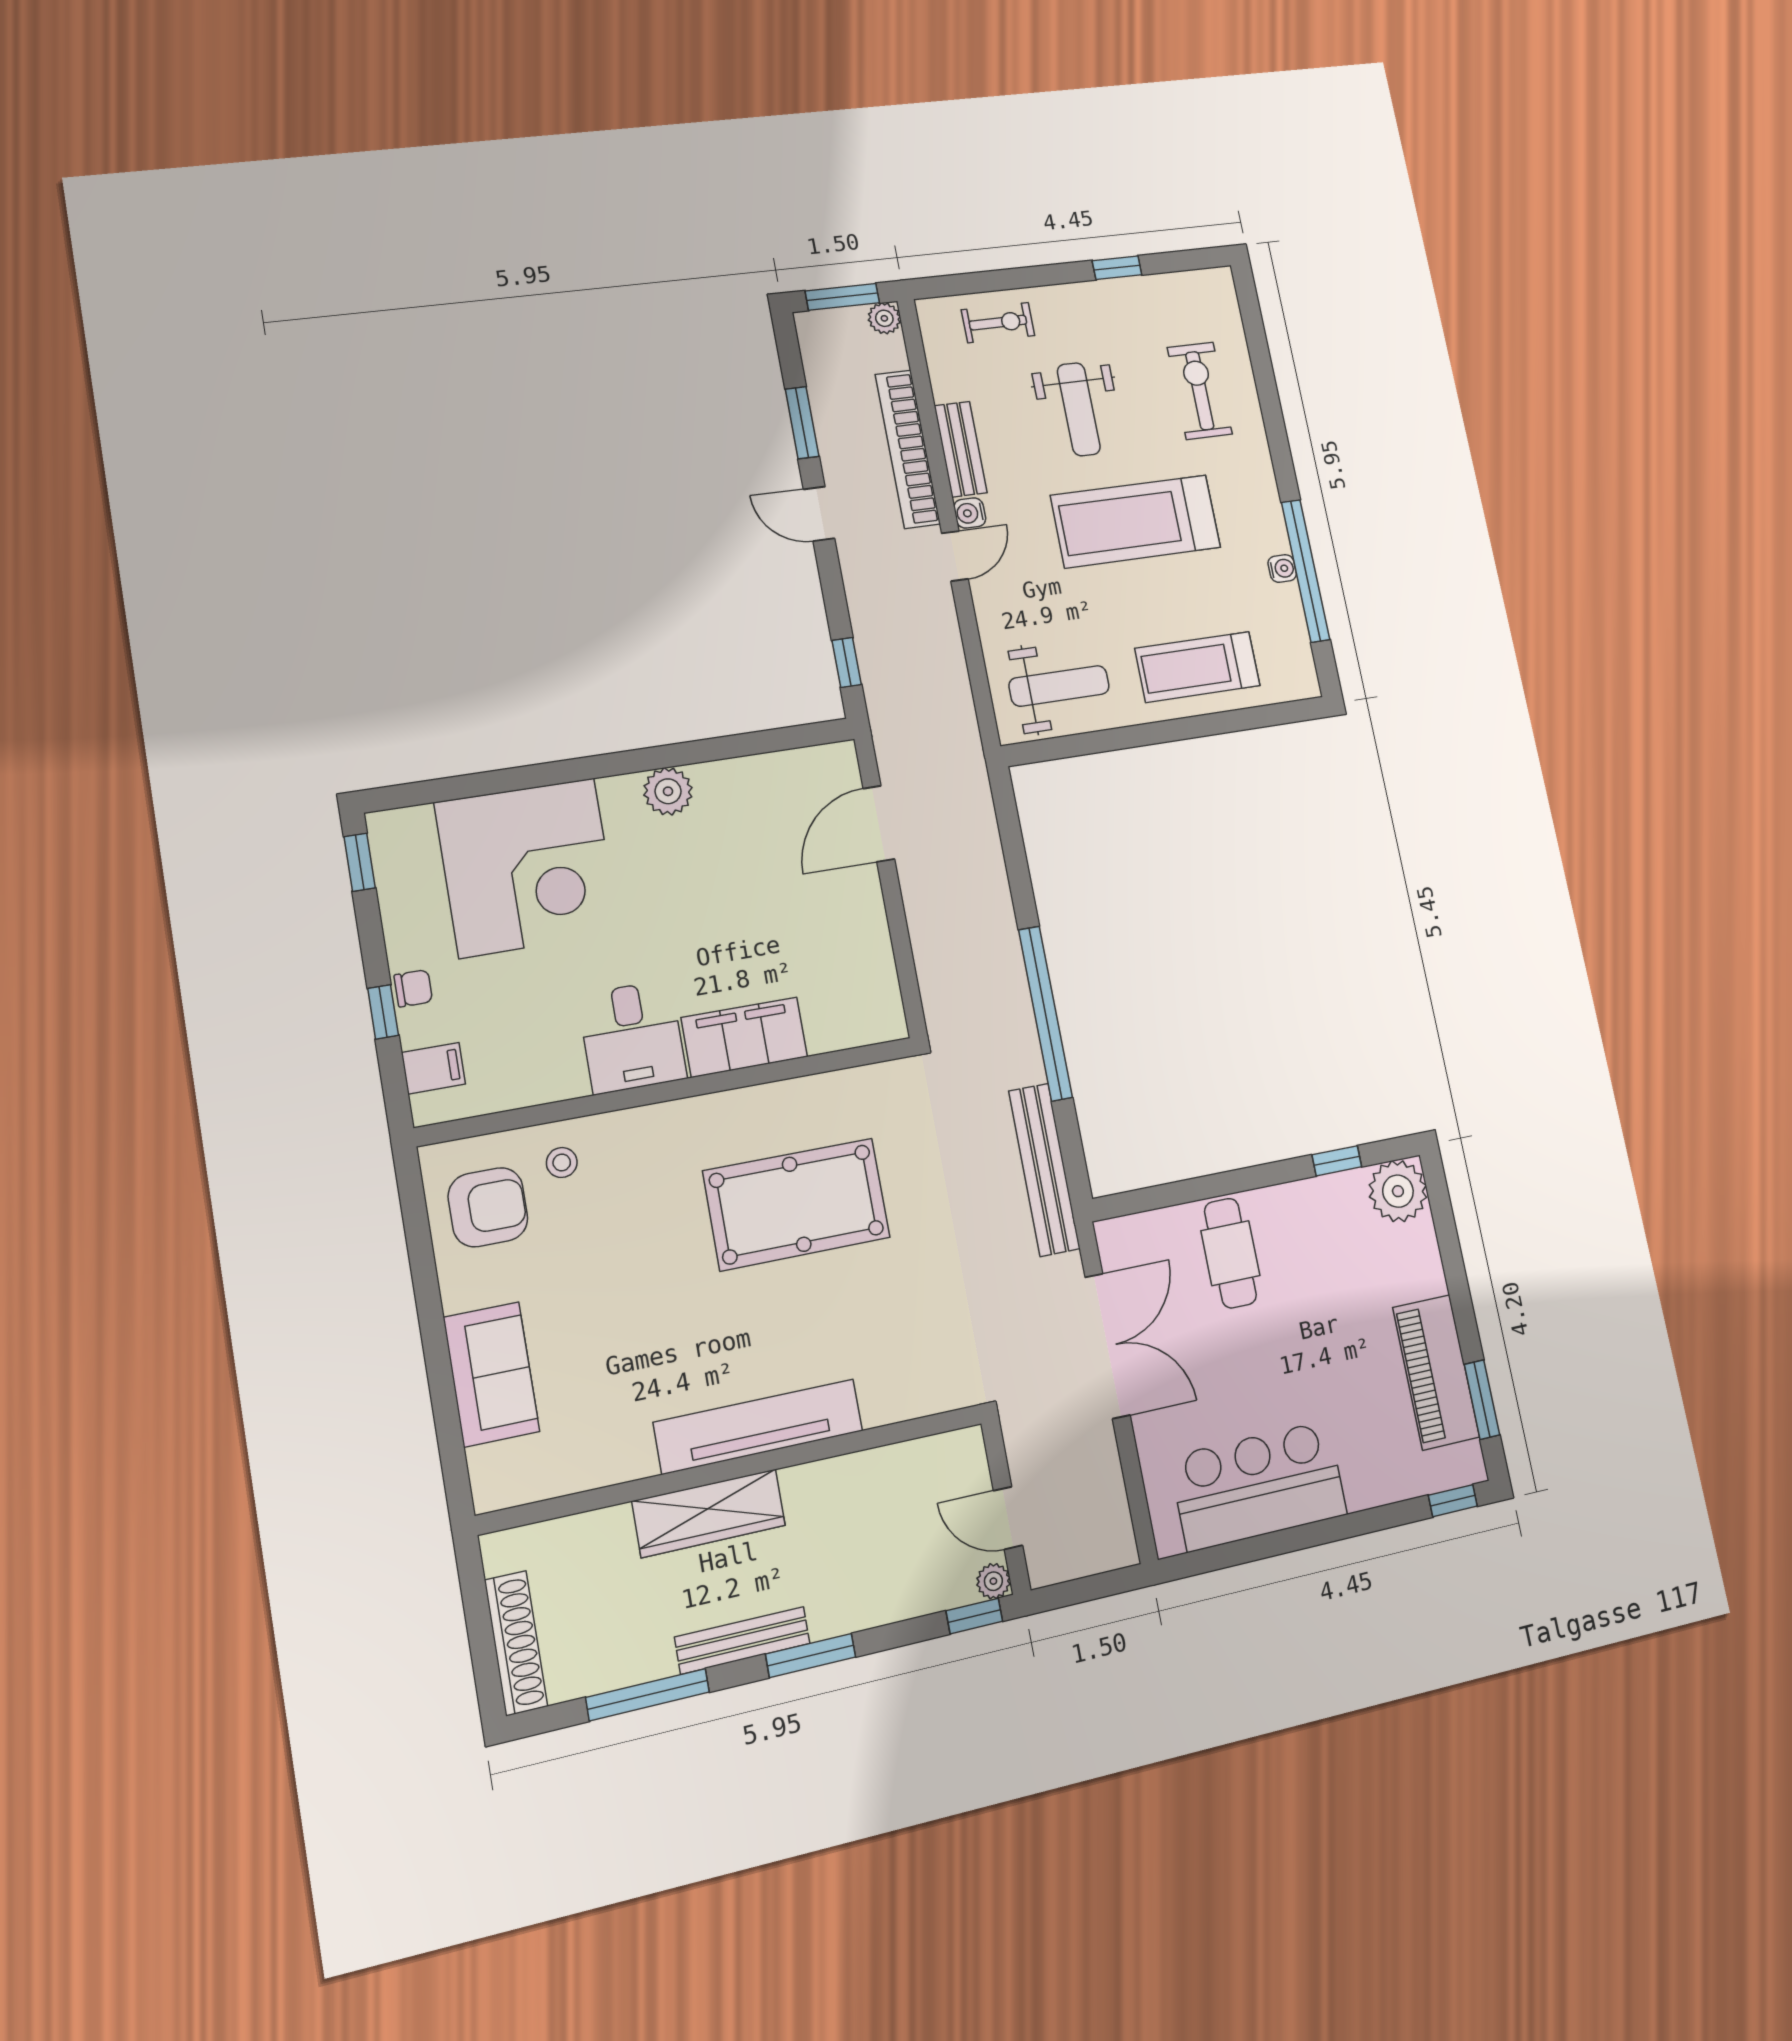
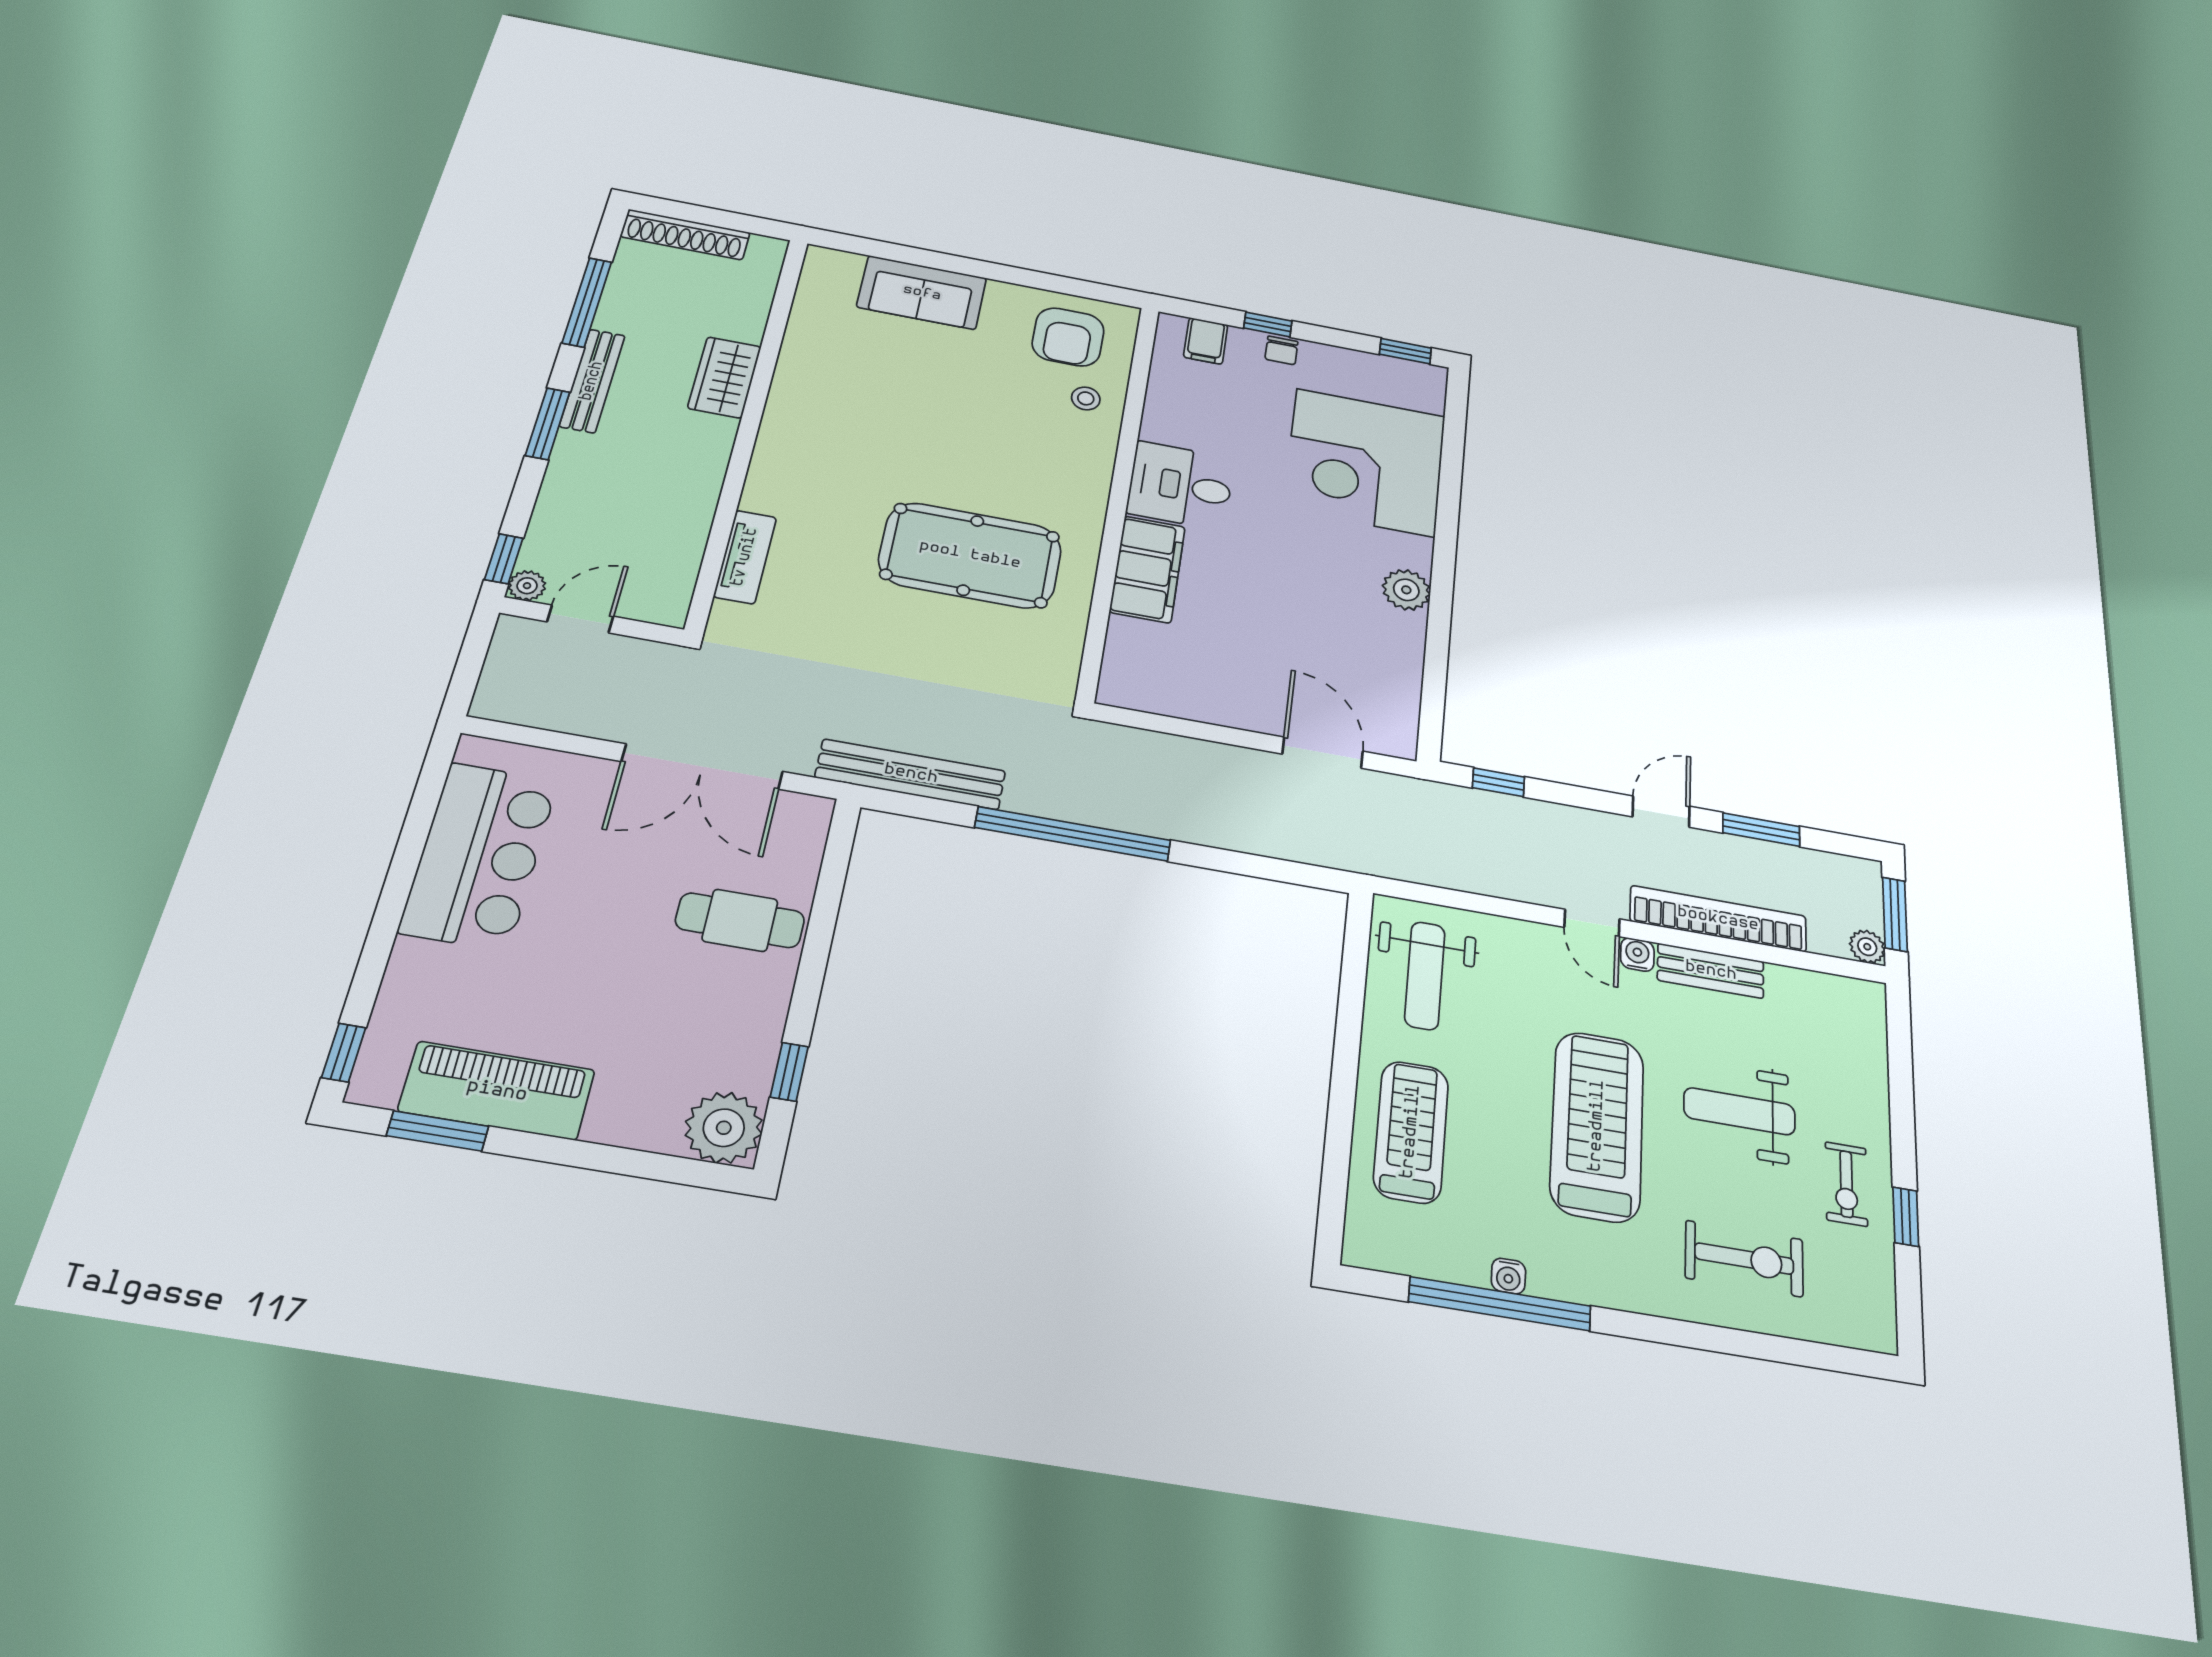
exercise bike: (998, 323) -> (1846, 1184), moved
pool table: (797, 1204) -> (970, 555), turned 90
tv unit: (758, 1427) -> (745, 557), moved, width x0.52, depth x0.78
wardrobe: (709, 1513) -> (724, 377), width x0.67

